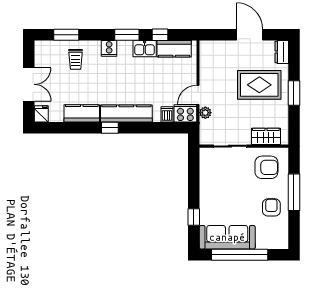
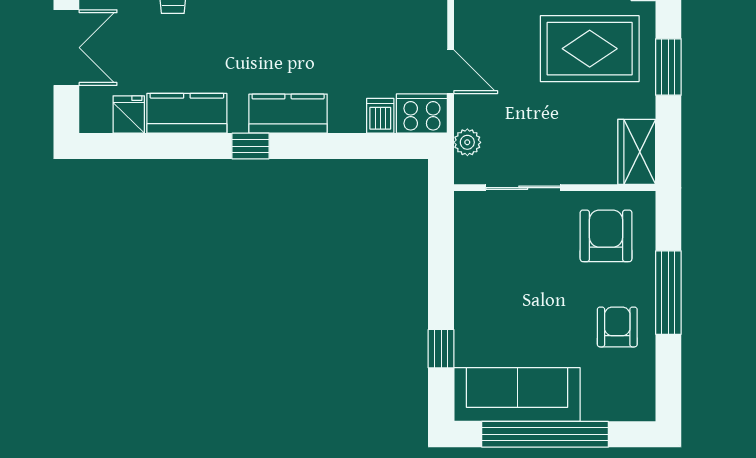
door: (198, 95) -> (451, 72), swing flipped
plant: (205, 113) -> (467, 142), moved
fridge: (41, 114) -> (129, 115), moved
kitchen counter: (126, 114) -> (288, 114), width x0.67
wardrobe: (266, 136) -> (637, 152), moved, turned -90
armchair: (266, 167) -> (606, 236), turned -90

